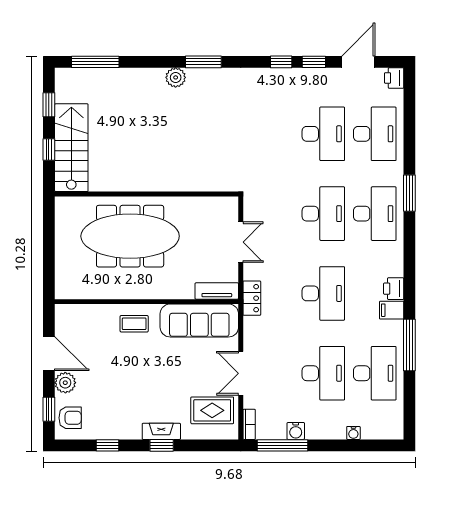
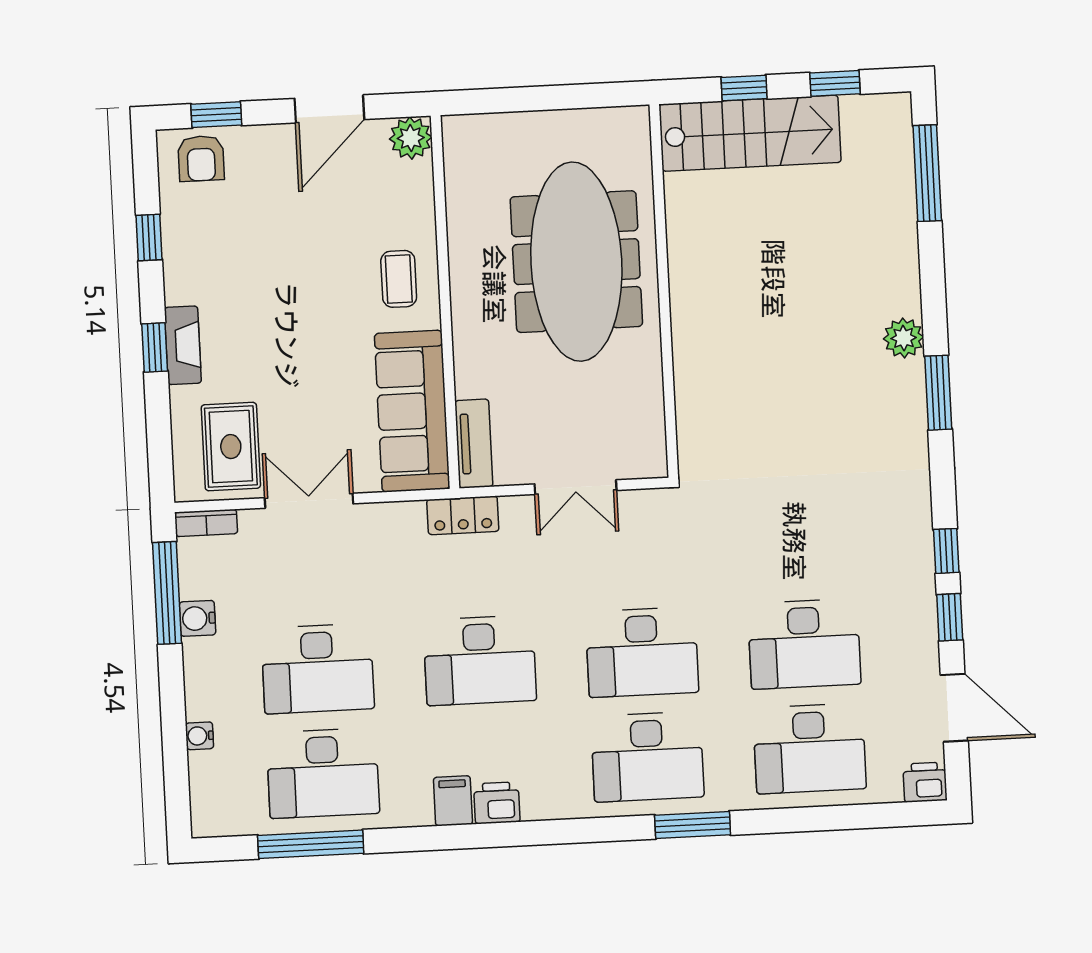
window: (409, 345) -> (311, 844), moved
plant: (65, 383) -> (411, 138), moved

